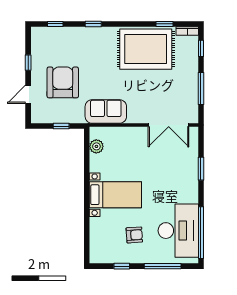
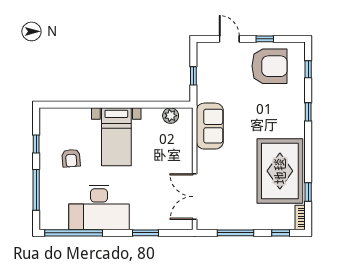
armchair: (63, 82) -> (270, 66), moved
desk: (178, 231) -> (99, 207), moved

